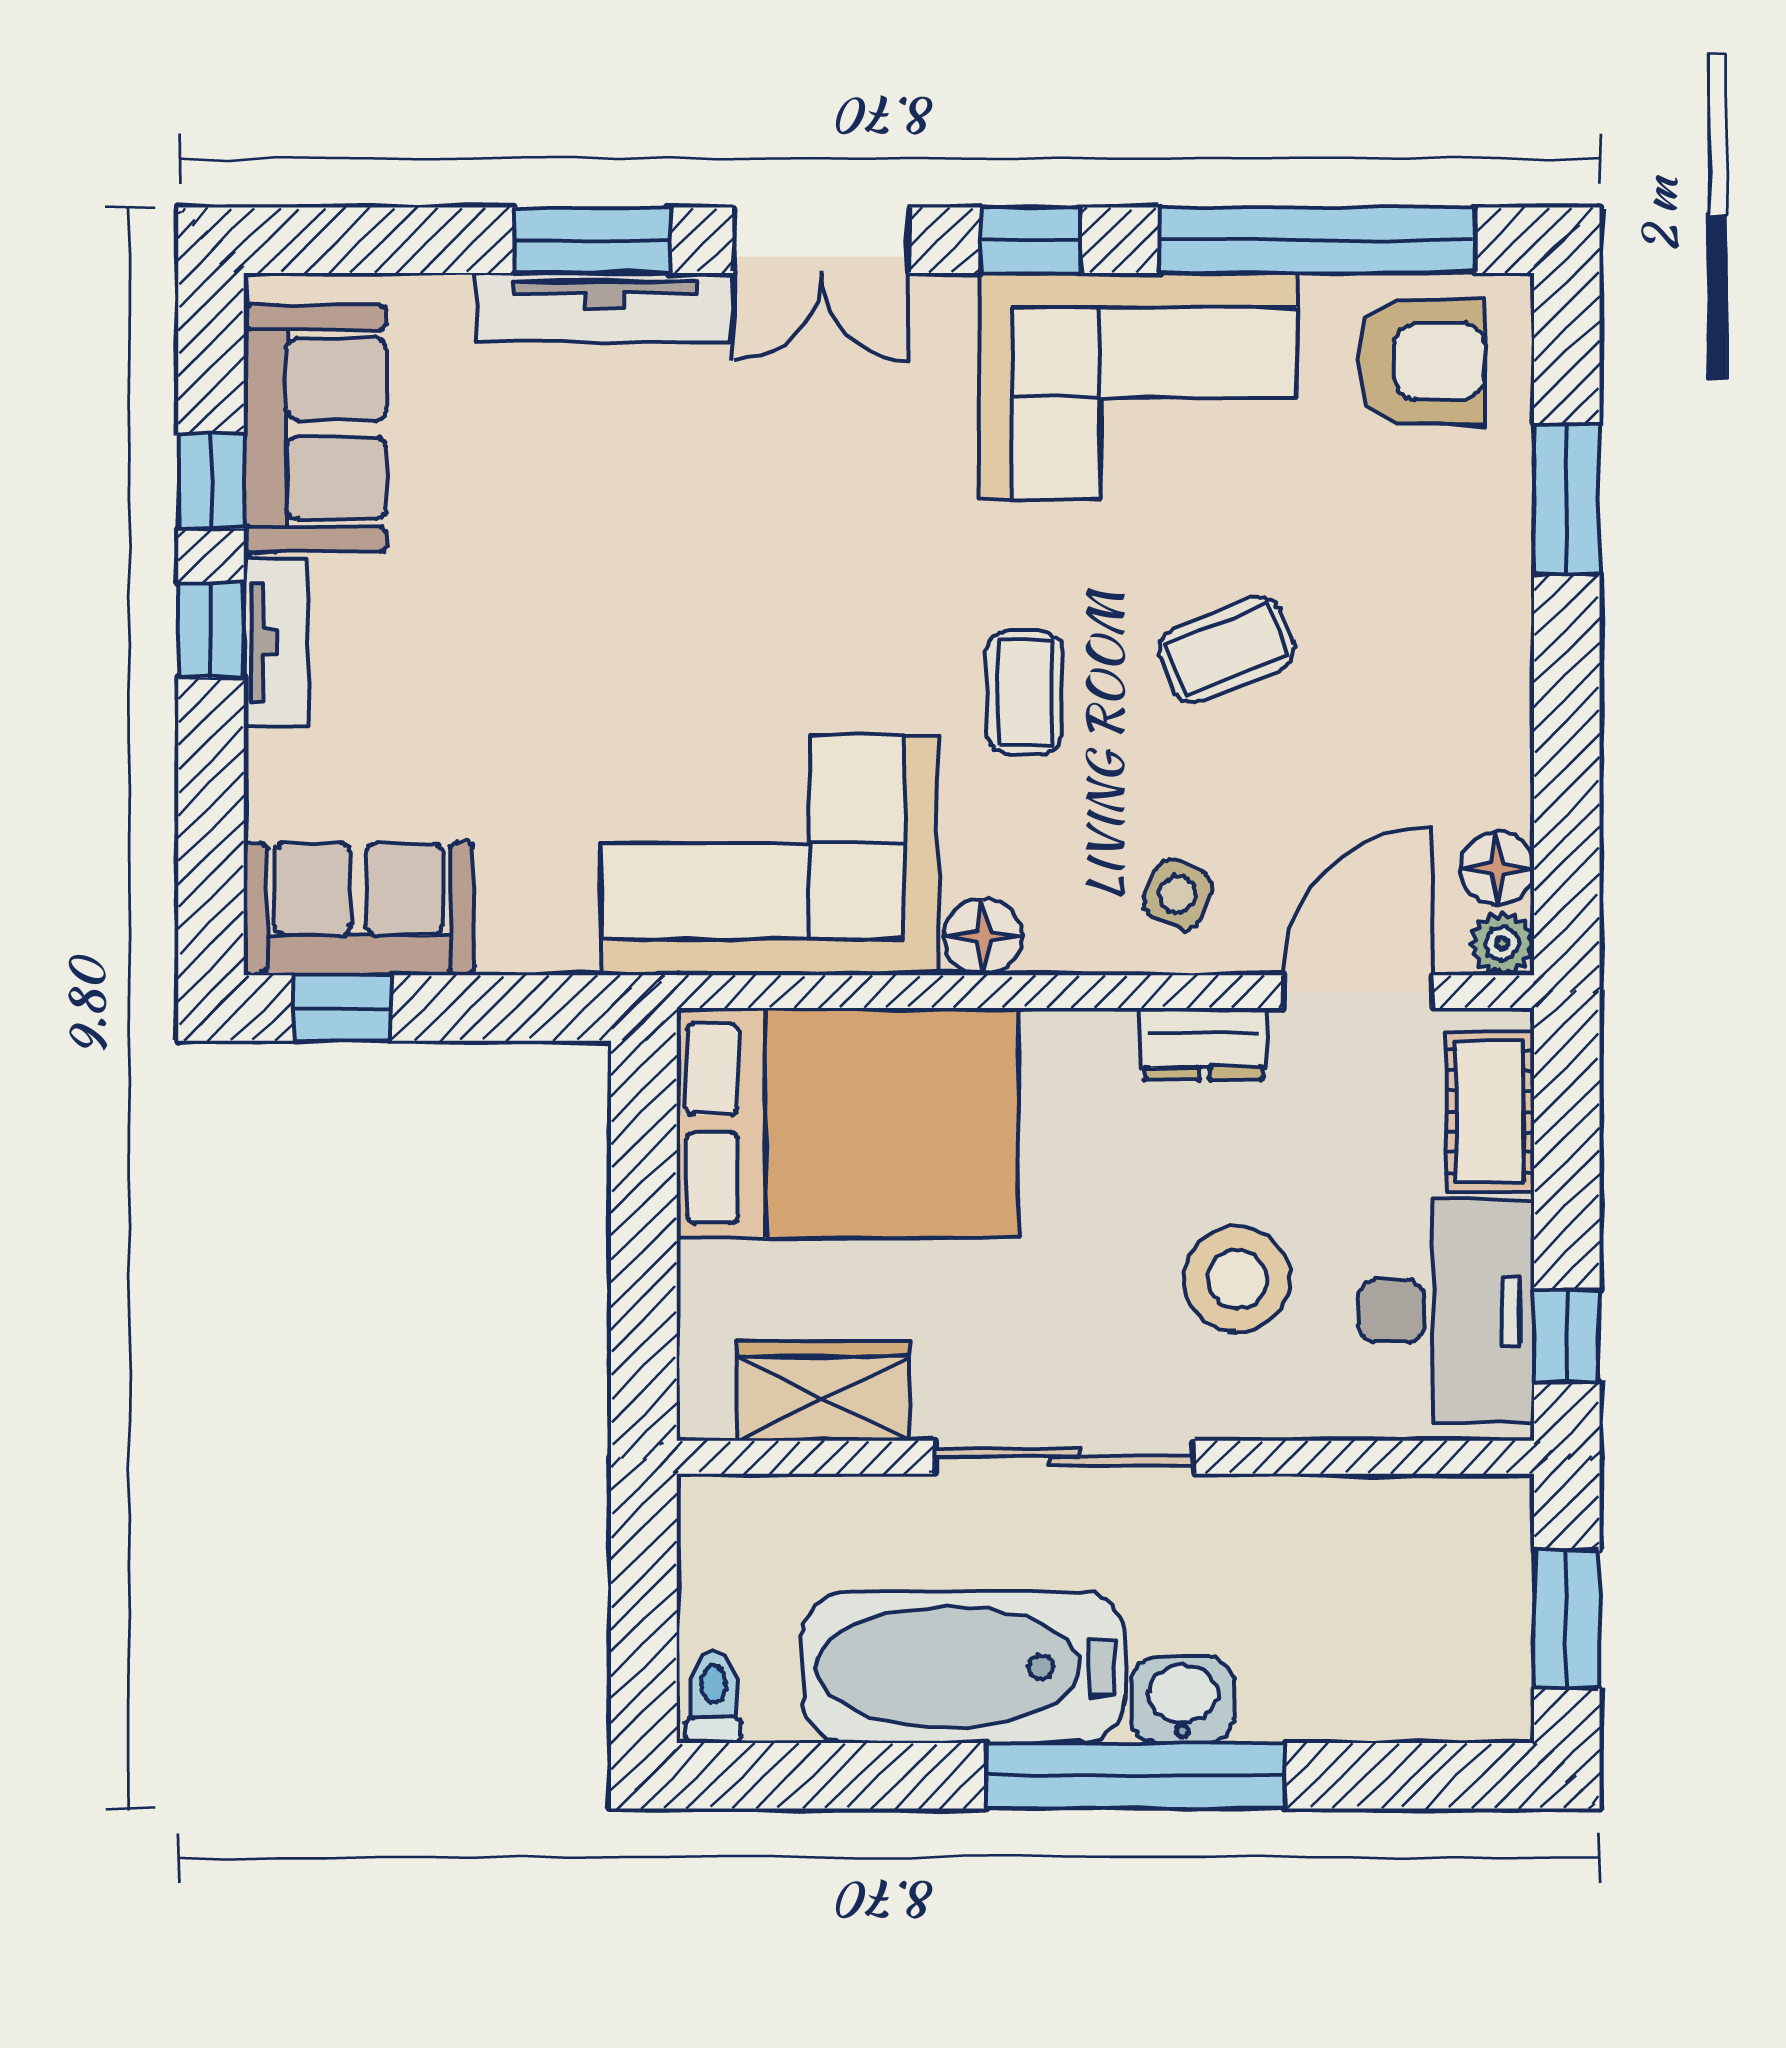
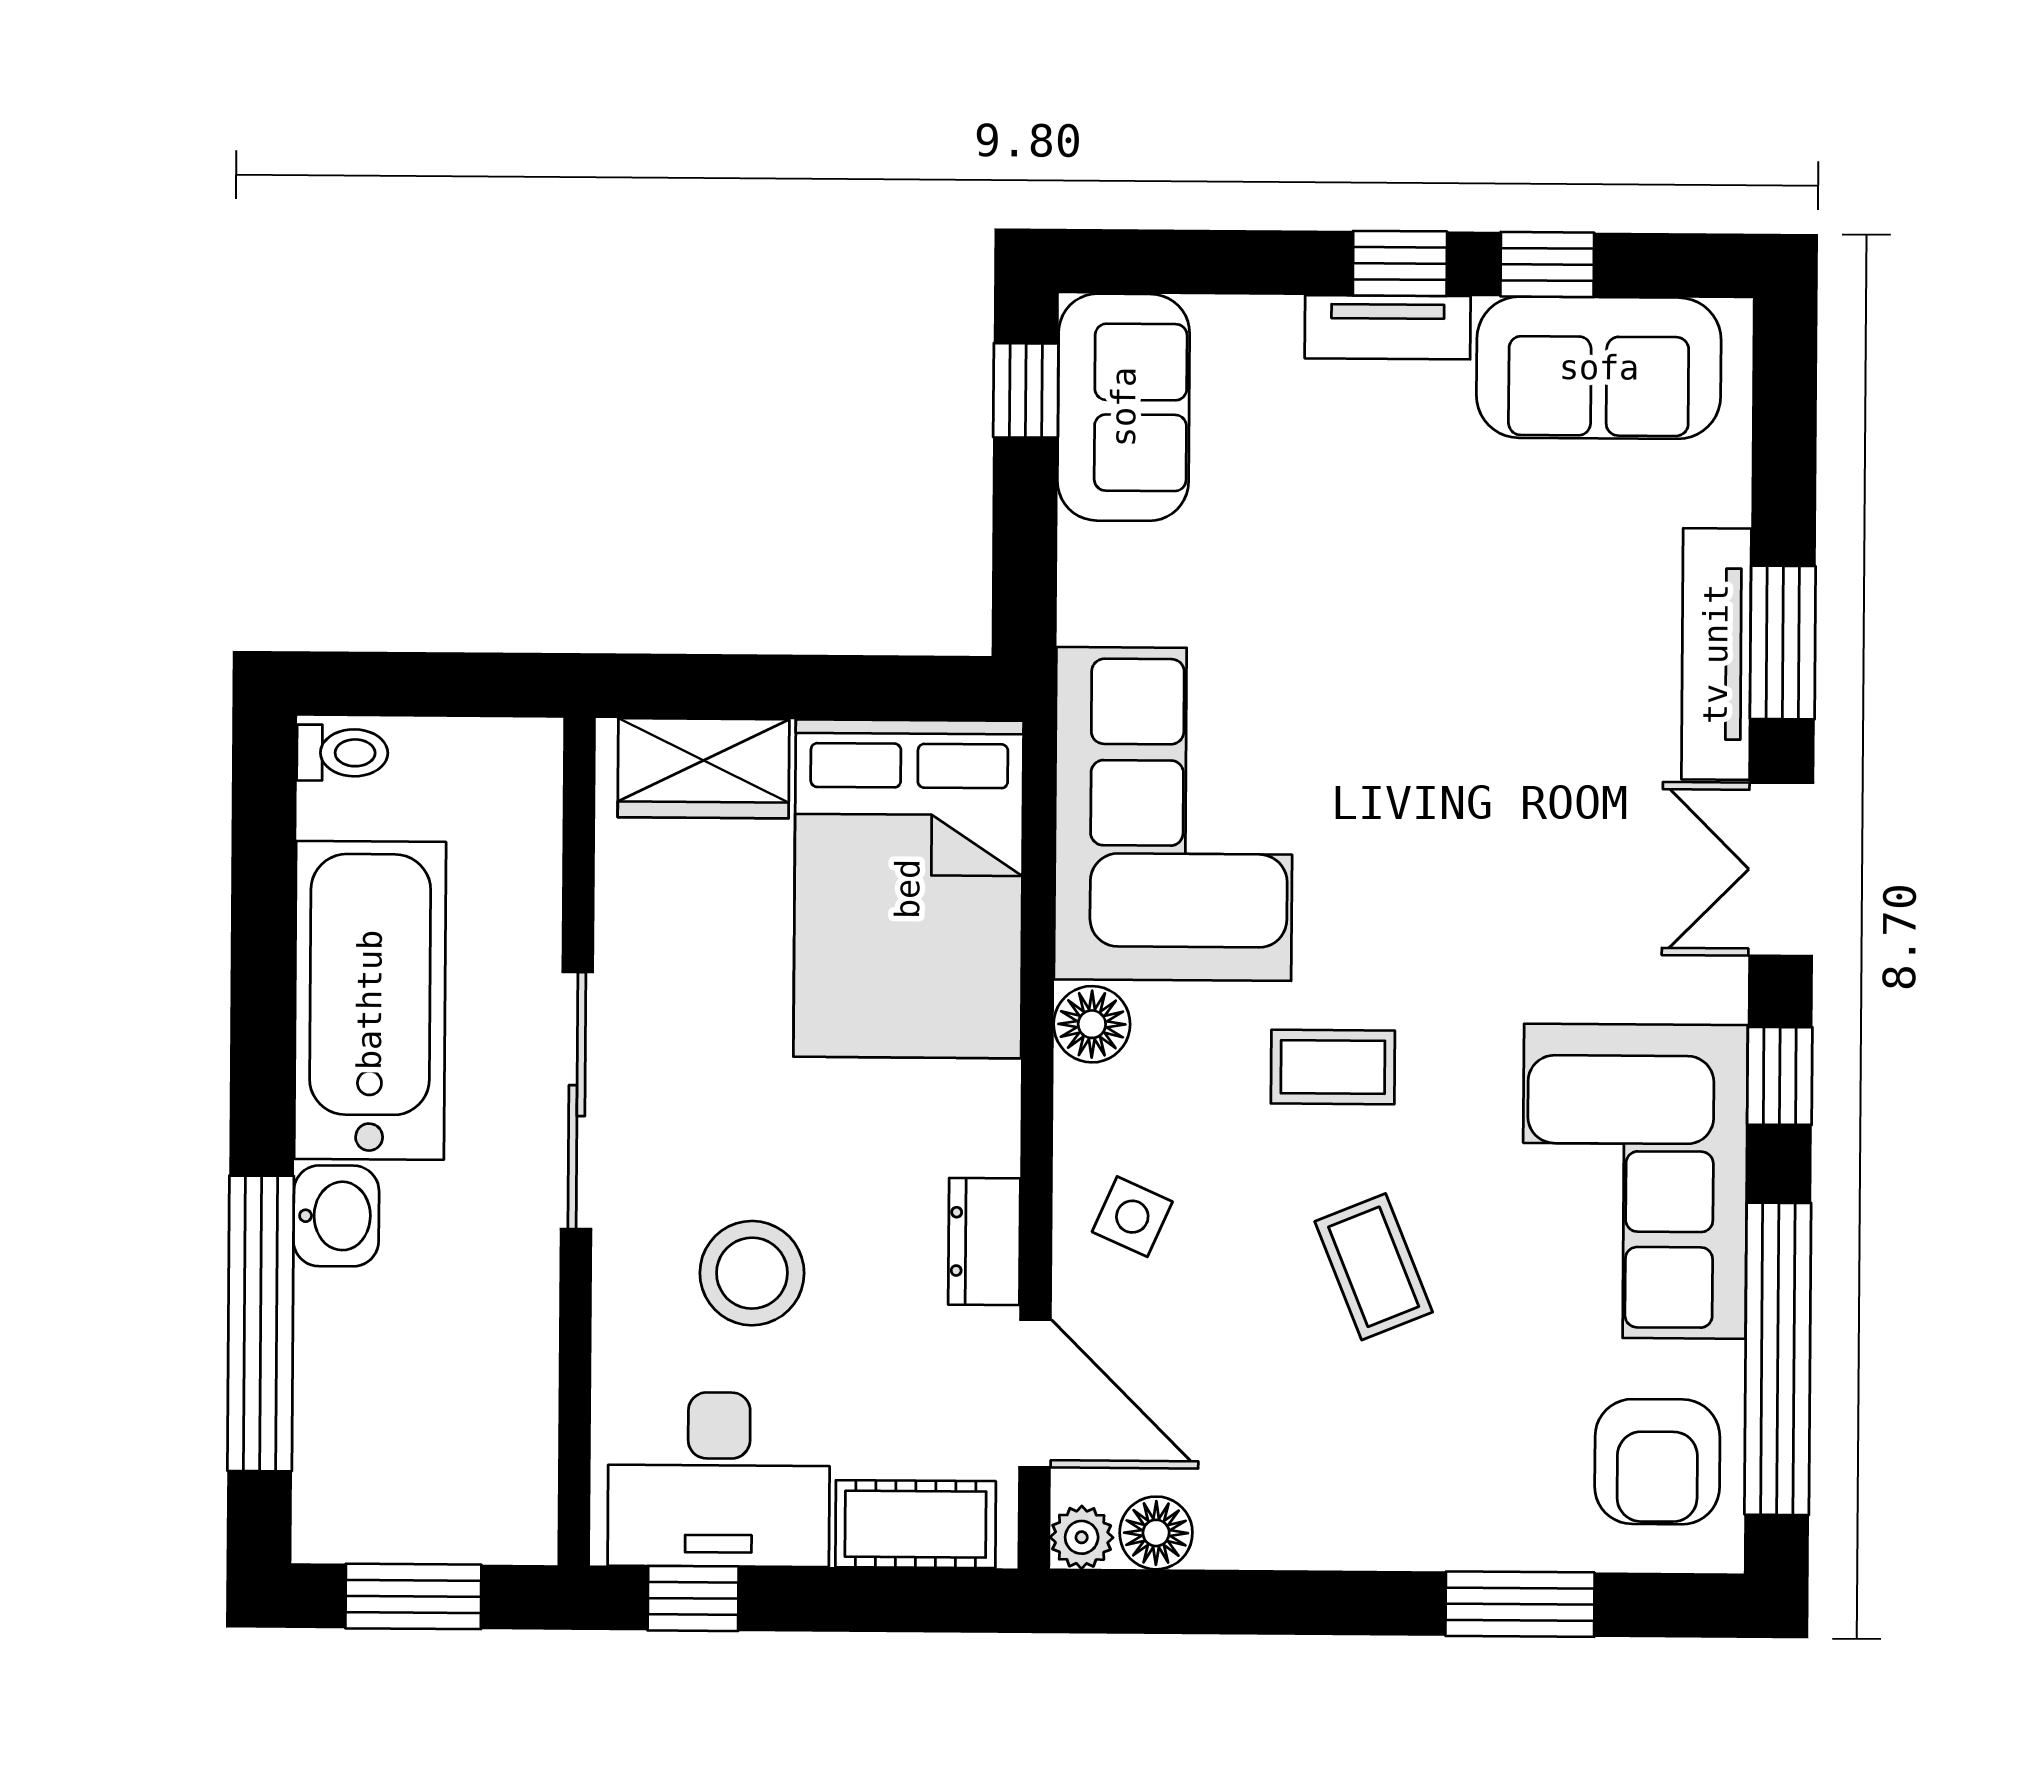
wardrobe: (823, 1391) -> (704, 768), moved, turned 90
window: (1136, 1776) -> (261, 1323), moved

